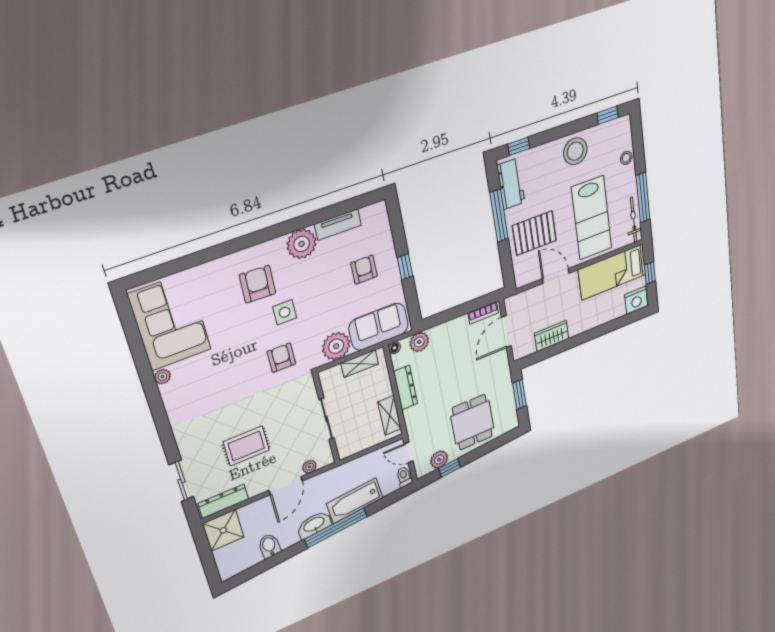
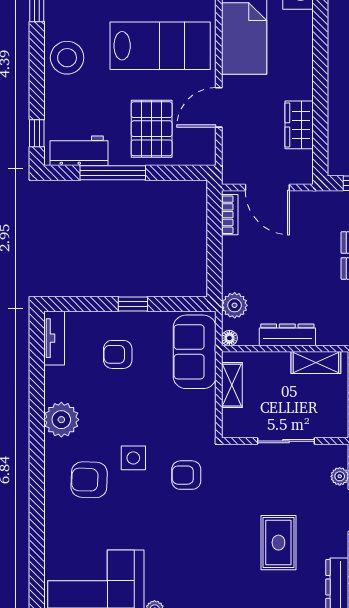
tv unit: (338, 225) -> (54, 338), moved
plant: (336, 346) -> (198, 408), removed

